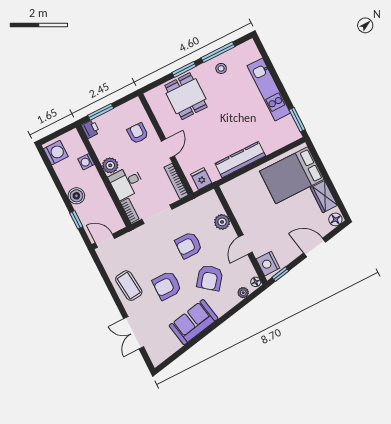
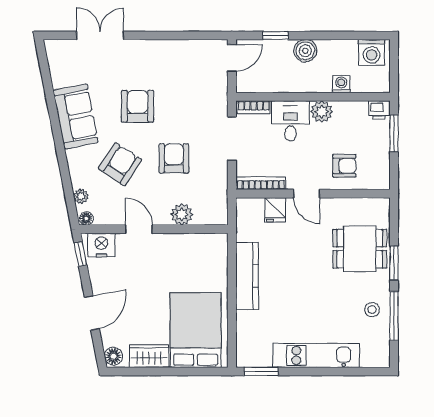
fridge: (201, 179) -> (275, 210), moved, turned 90
armchair: (210, 278) -> (120, 164), turned 85
coffee table: (129, 286) -> (161, 59), removed

